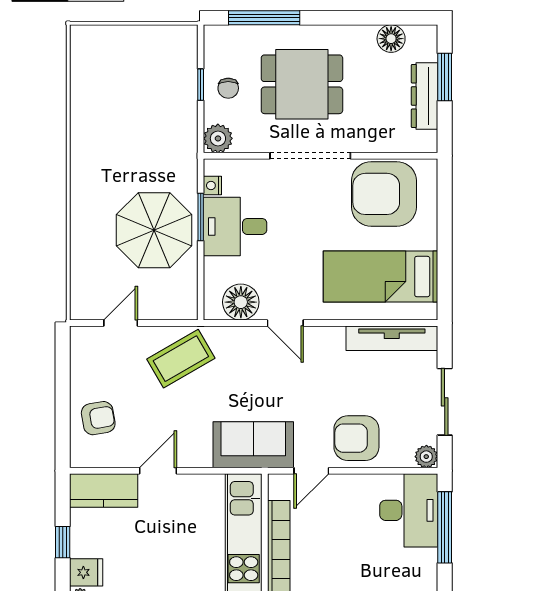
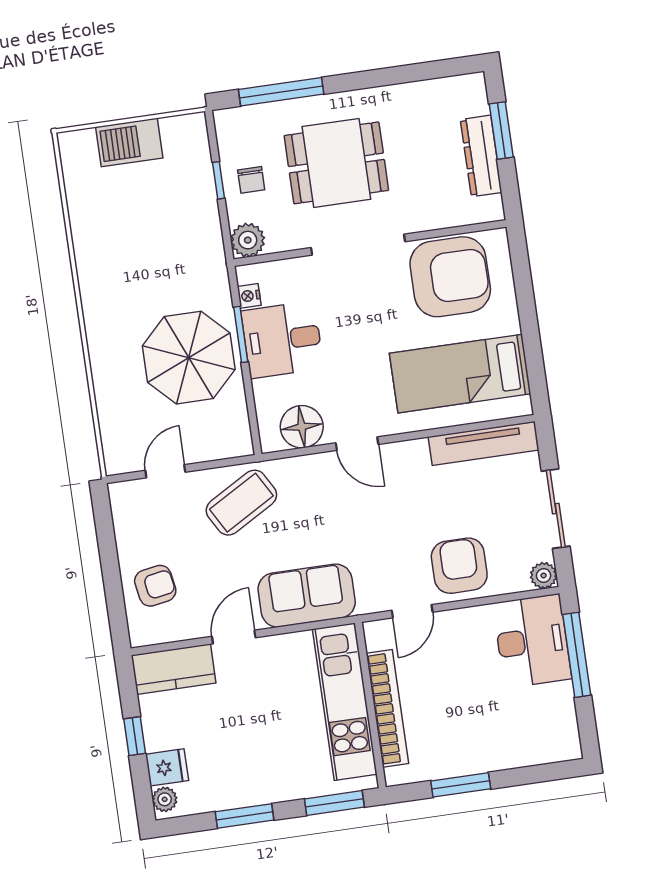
floor lamp: (391, 39) -> (432, 95), removed
barbecue: (130, 42) -> (129, 142), added
armchair: (384, 194) -> (450, 277), turned 180
armchair: (356, 438) -> (459, 566), turned 90
sofa: (253, 445) -> (307, 596), moved

